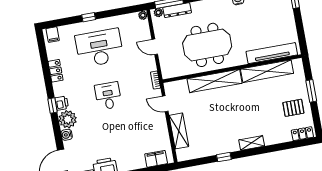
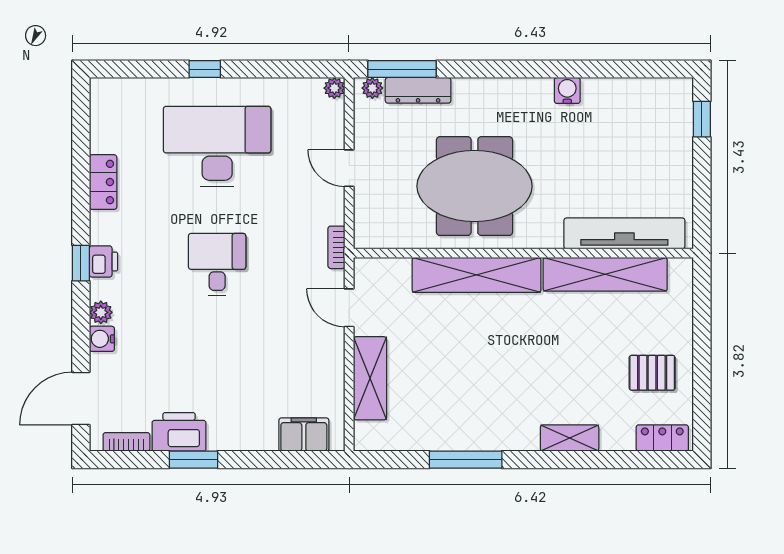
filing cabinet: (53, 35) -> (112, 95), removed
window: (311, 91) -> (702, 340), removed
plant: (68, 119) -> (101, 312), width x0.53, depth x0.53
shelving: (252, 143) -> (570, 438), moved
window: (224, 157) -> (466, 460), width x2.17

